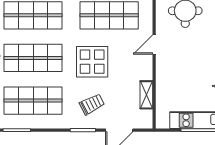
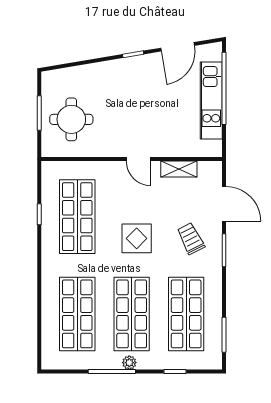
door: (154, 44) -> (139, 159), moved
display table: (92, 62) -> (137, 238), width x0.73, depth x0.73

